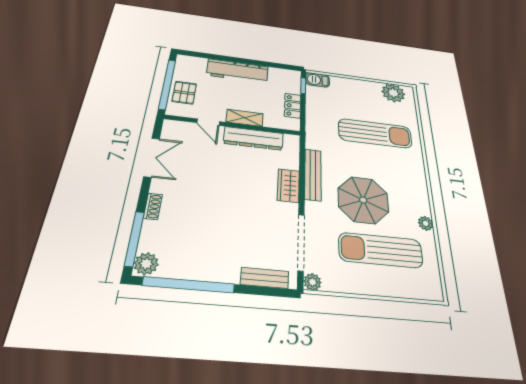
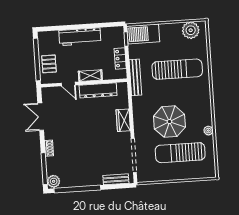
barbecue: (318, 80) -> (143, 34), width x1.88, depth x1.53
double door: (152, 157) -> (41, 117), swing flipped
bench: (313, 175) -> (135, 77), moved
plant: (312, 282) -> (142, 178), removed

